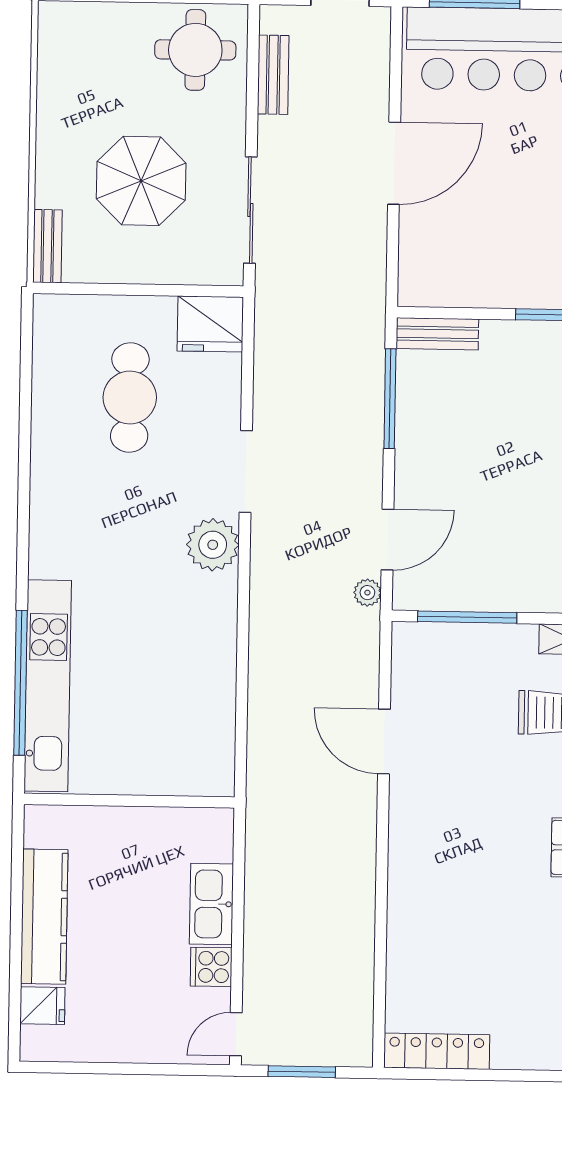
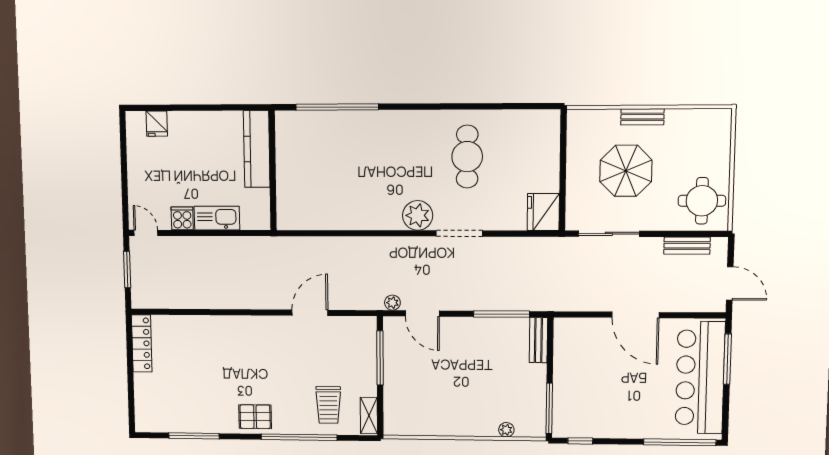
bench: (47, 246) -> (642, 117), moved
cafe table: (130, 398) -> (467, 157), moved, turned 90
kitchen unit: (48, 686) -> (336, 123), removed
kitchen counter: (44, 917) -> (257, 149), moved, turned 90

